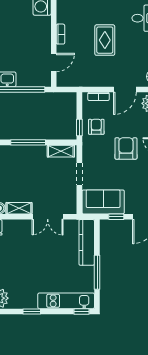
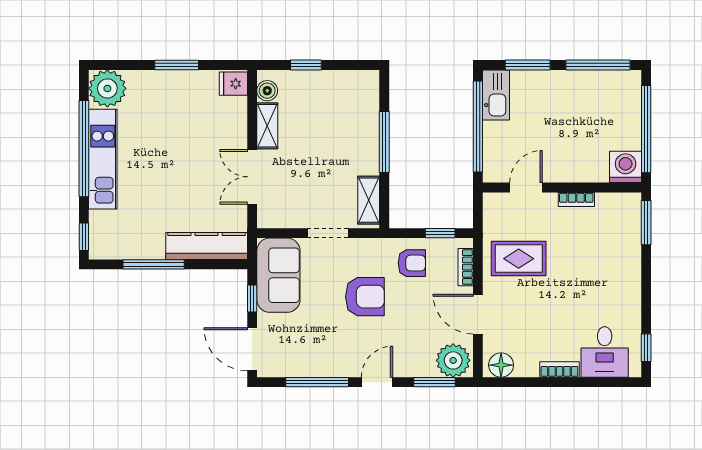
rug: (105, 40) -> (519, 259), moved
door: (54, 62) -> (526, 188), swing flipped
window: (79, 127) -> (440, 233), moved
armchair: (126, 148) -> (365, 297), moved
kitchen unit: (66, 301) -> (103, 159), moved
window: (32, 311) -> (84, 149), width x3.17

